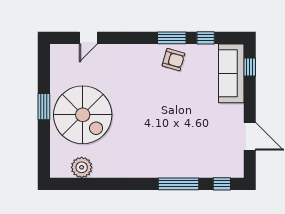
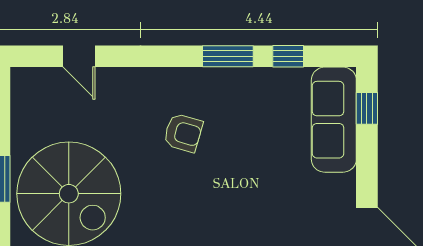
door: (88, 38) -> (79, 56), hinge flipped
armchair: (173, 60) -> (183, 133), moved

